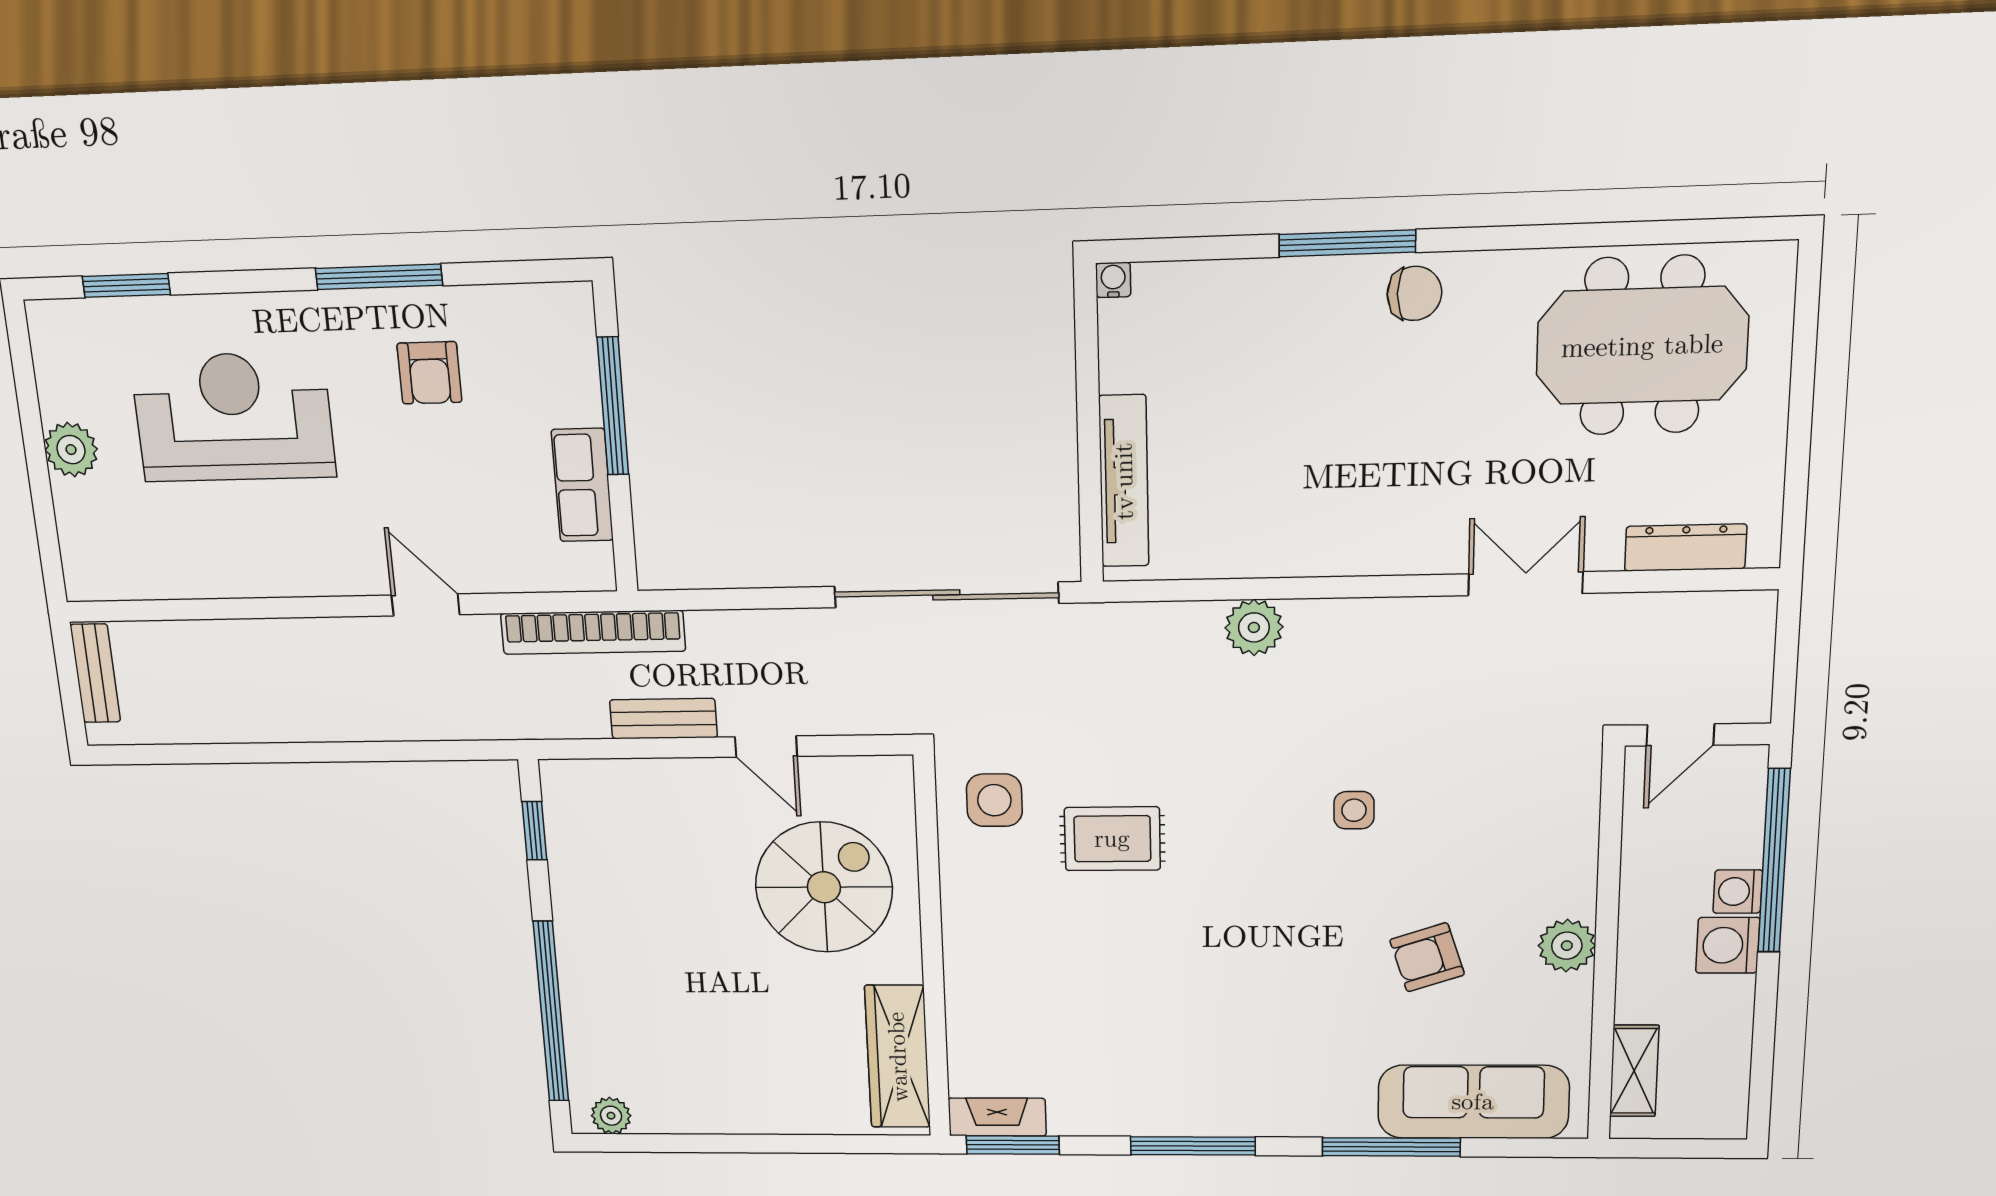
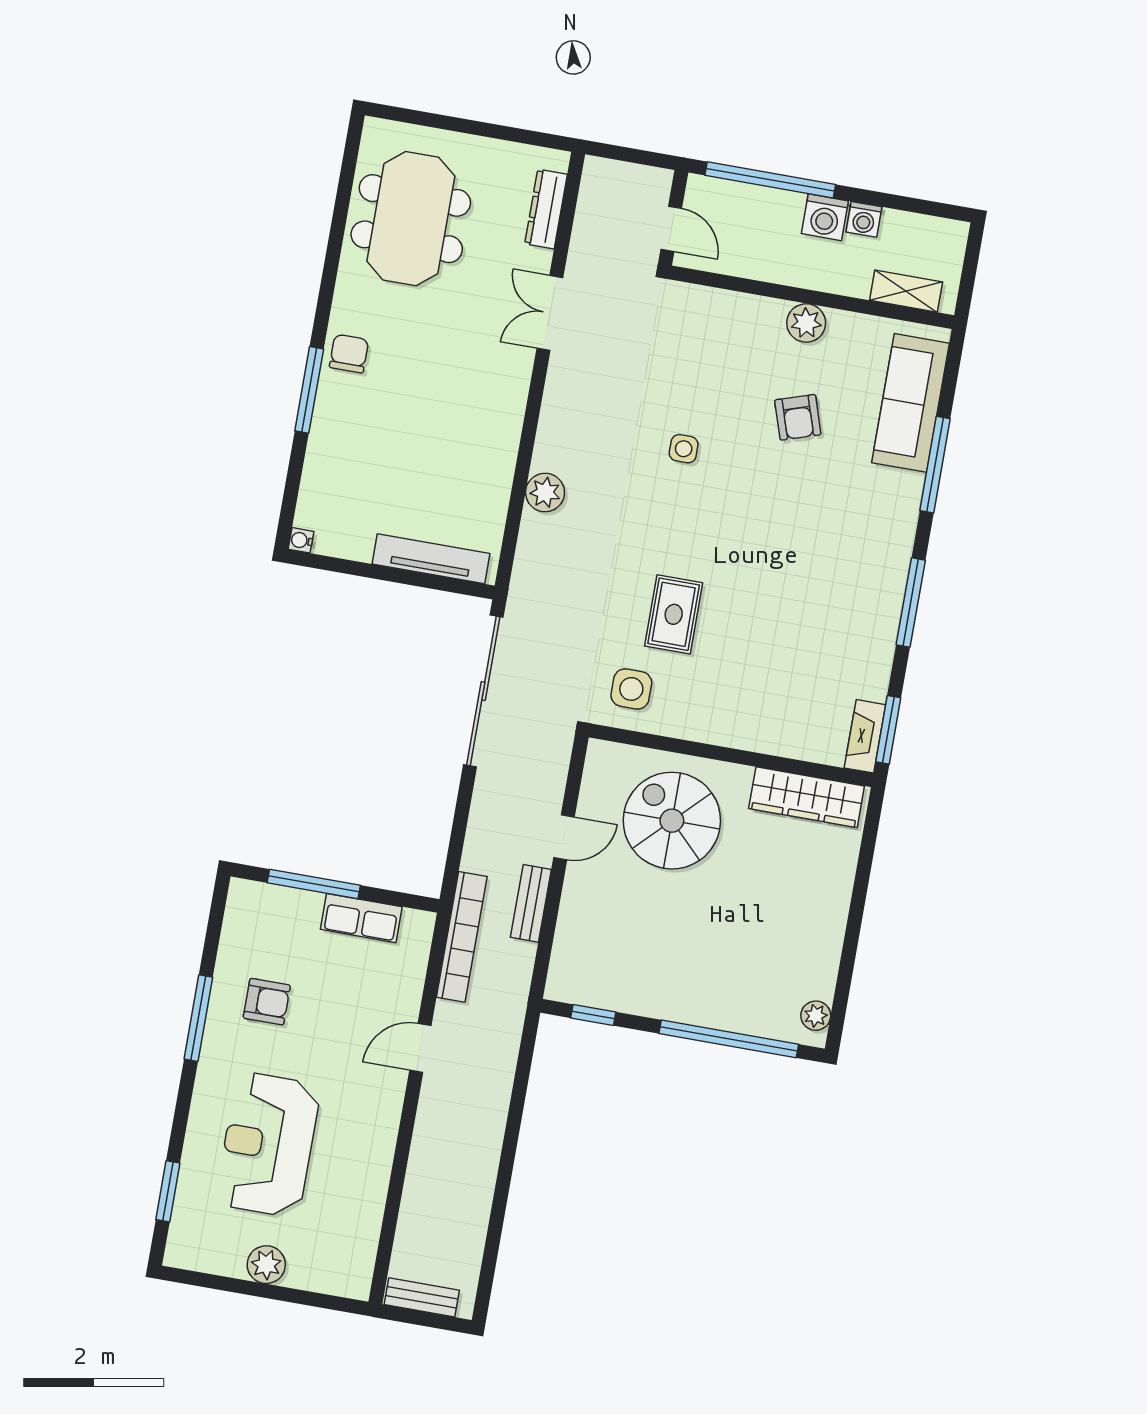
washing machine: (1738, 892) -> (864, 219), moved

